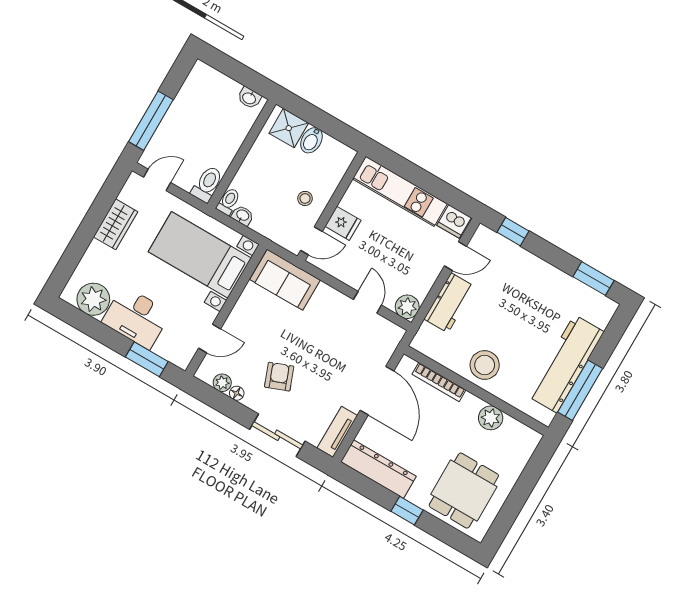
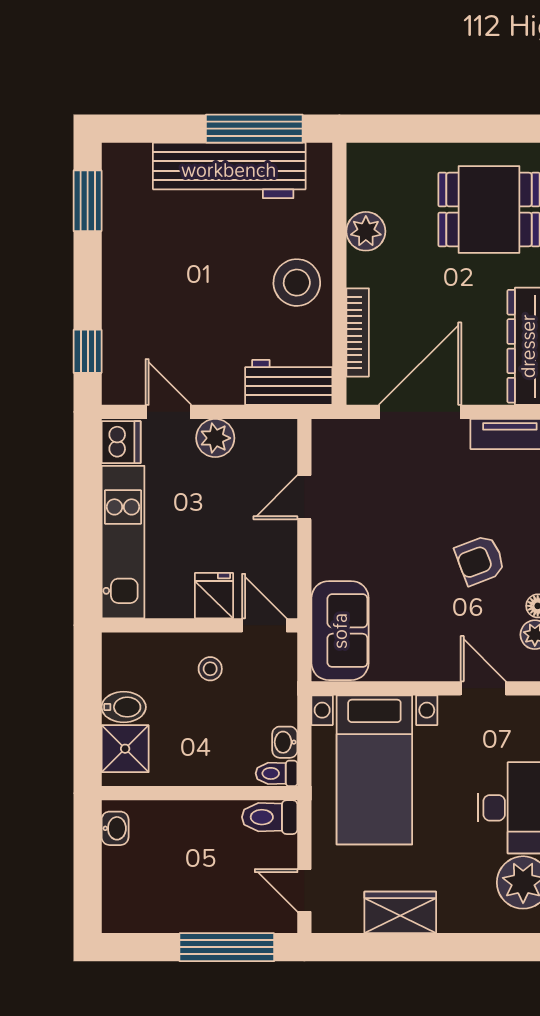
workbench: (449, 303) -> (289, 382), moved
plant: (407, 307) -> (215, 438), moved

